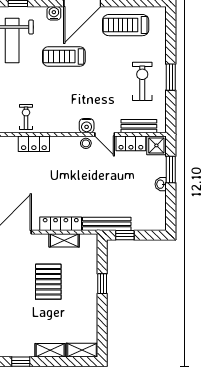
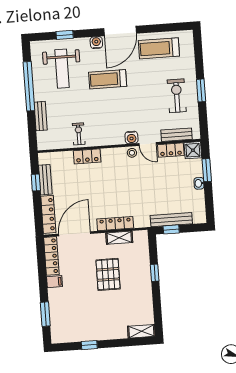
bench: (107, 224) -> (171, 220), moved
shelving: (50, 350) -> (114, 333), removed

